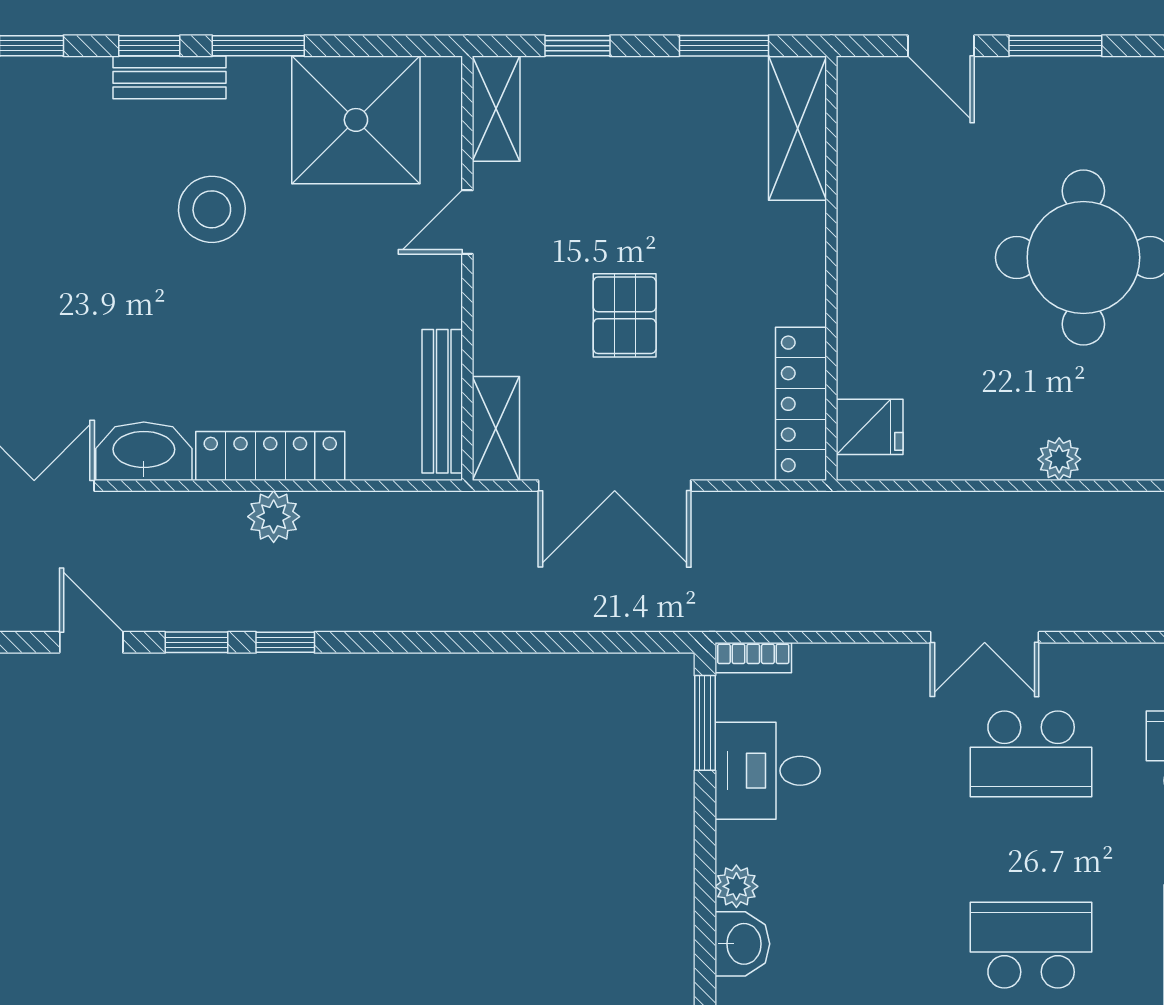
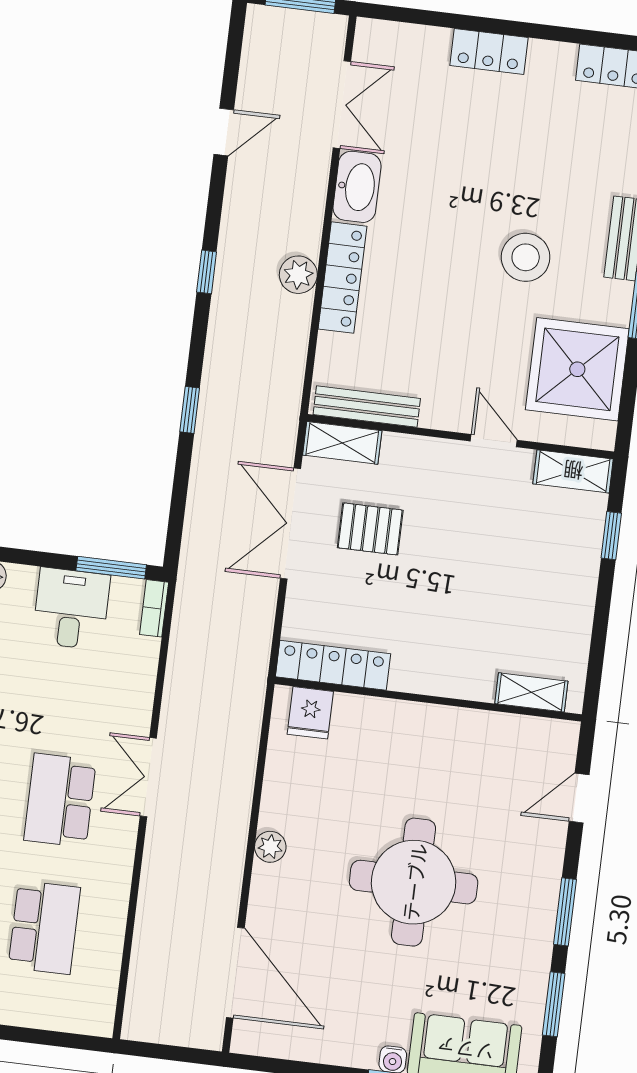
window: (724, 46) -> (598, 641), removed
window: (1055, 46) -> (565, 912), moved
shelving: (798, 128) -> (531, 692), width x0.67, depth x0.75
pallet: (625, 315) -> (370, 529), moved
window: (196, 642) -> (190, 410), moved

